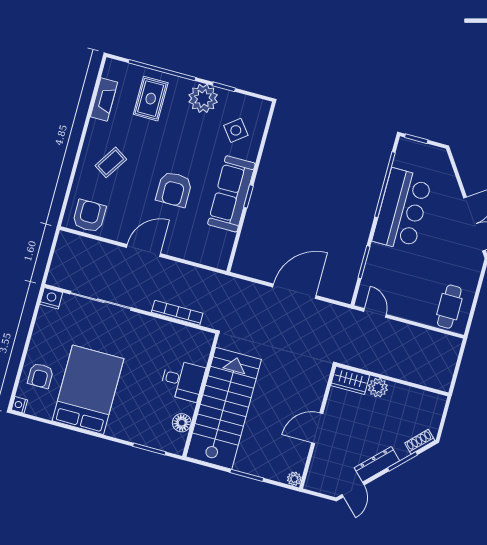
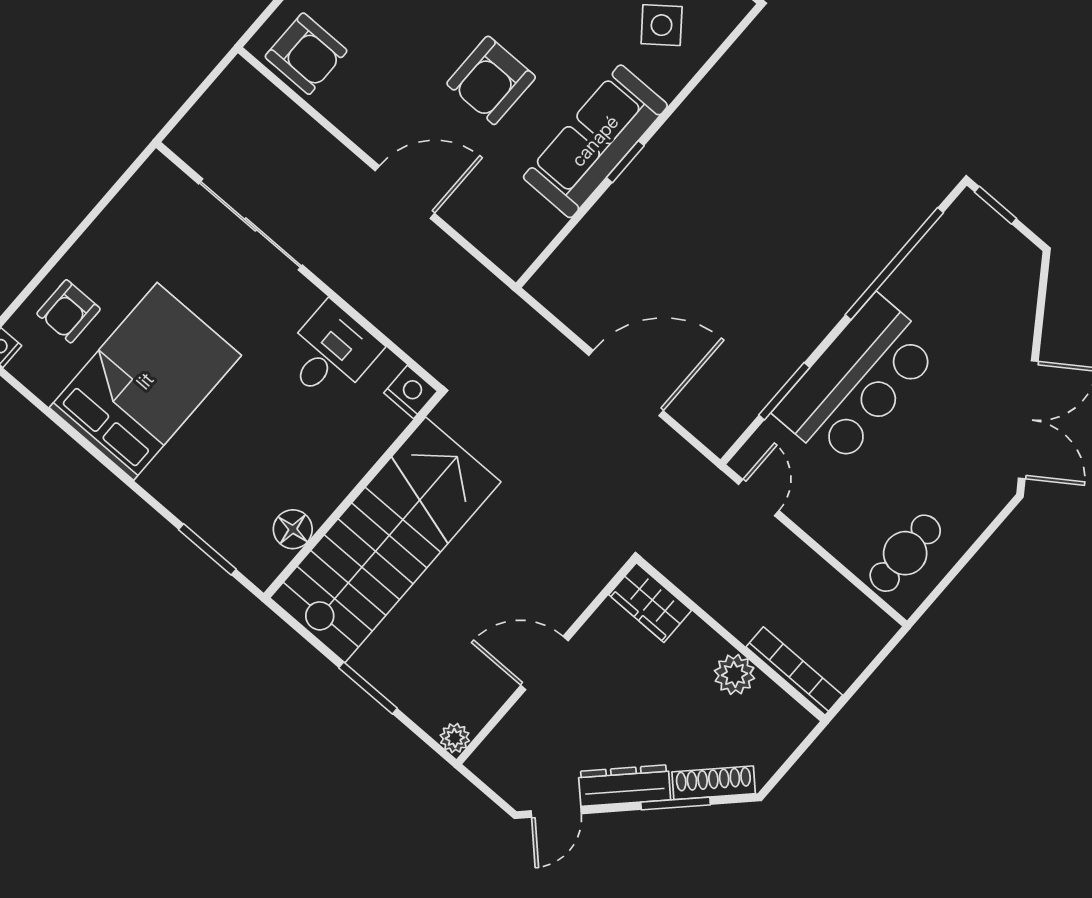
bar counter: (402, 210) -> (857, 381), moved
armchair: (89, 216) -> (306, 54), turned 90
door: (144, 250) -> (405, 192), moved
nightstand: (51, 298) -> (411, 392), moved
bookcase: (177, 313) -> (794, 671), moved
desk: (183, 380) -> (331, 353), moved, turned -90
plant: (378, 388) -> (735, 674), moved
shoe rack: (420, 442) -> (714, 783), width x1.43

